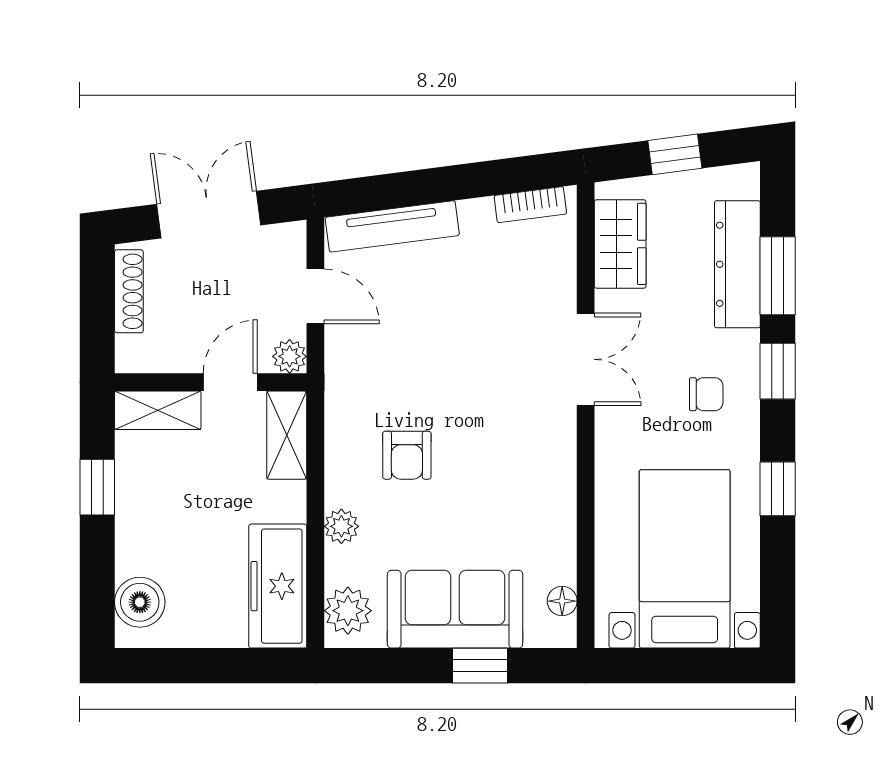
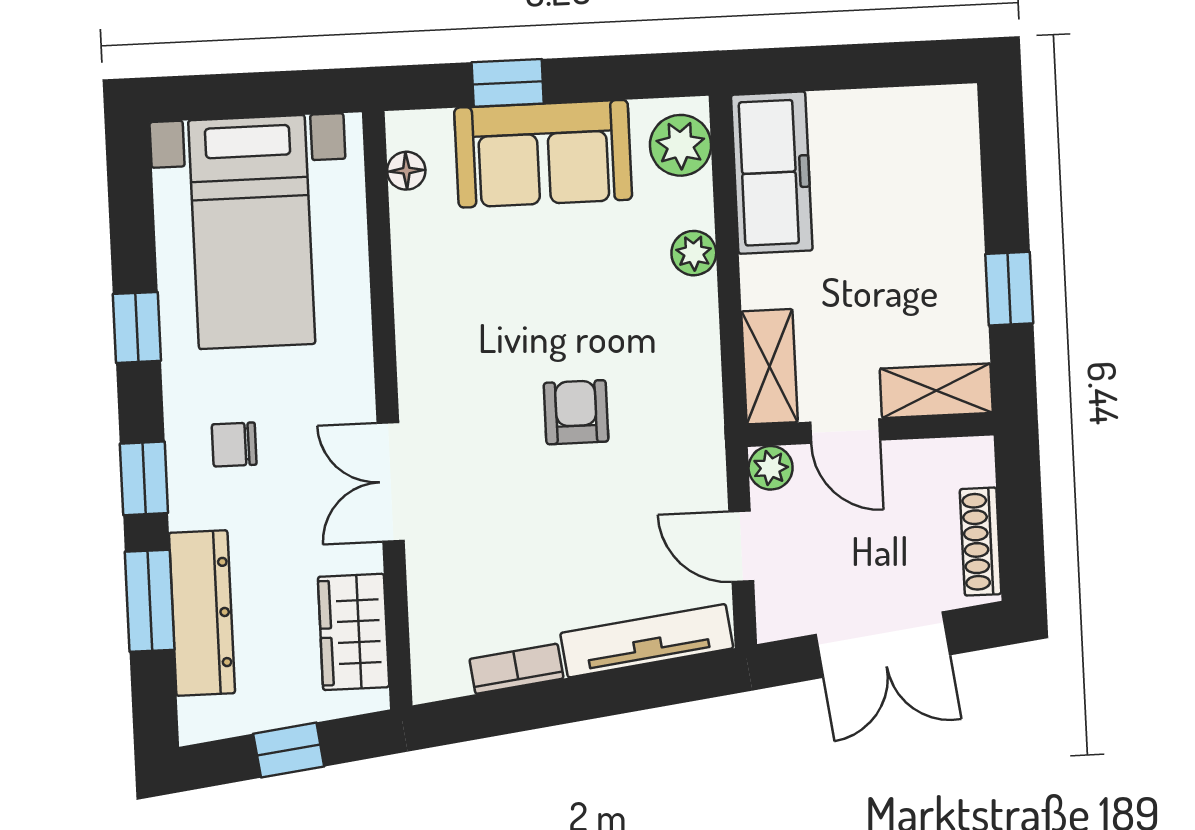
bookcase: (530, 205) -> (516, 669), moved
door: (230, 382) -> (845, 431), hinge flipped
armchair: (407, 455) -> (576, 412), moved
boiler: (140, 602) -> (948, 144), removed

